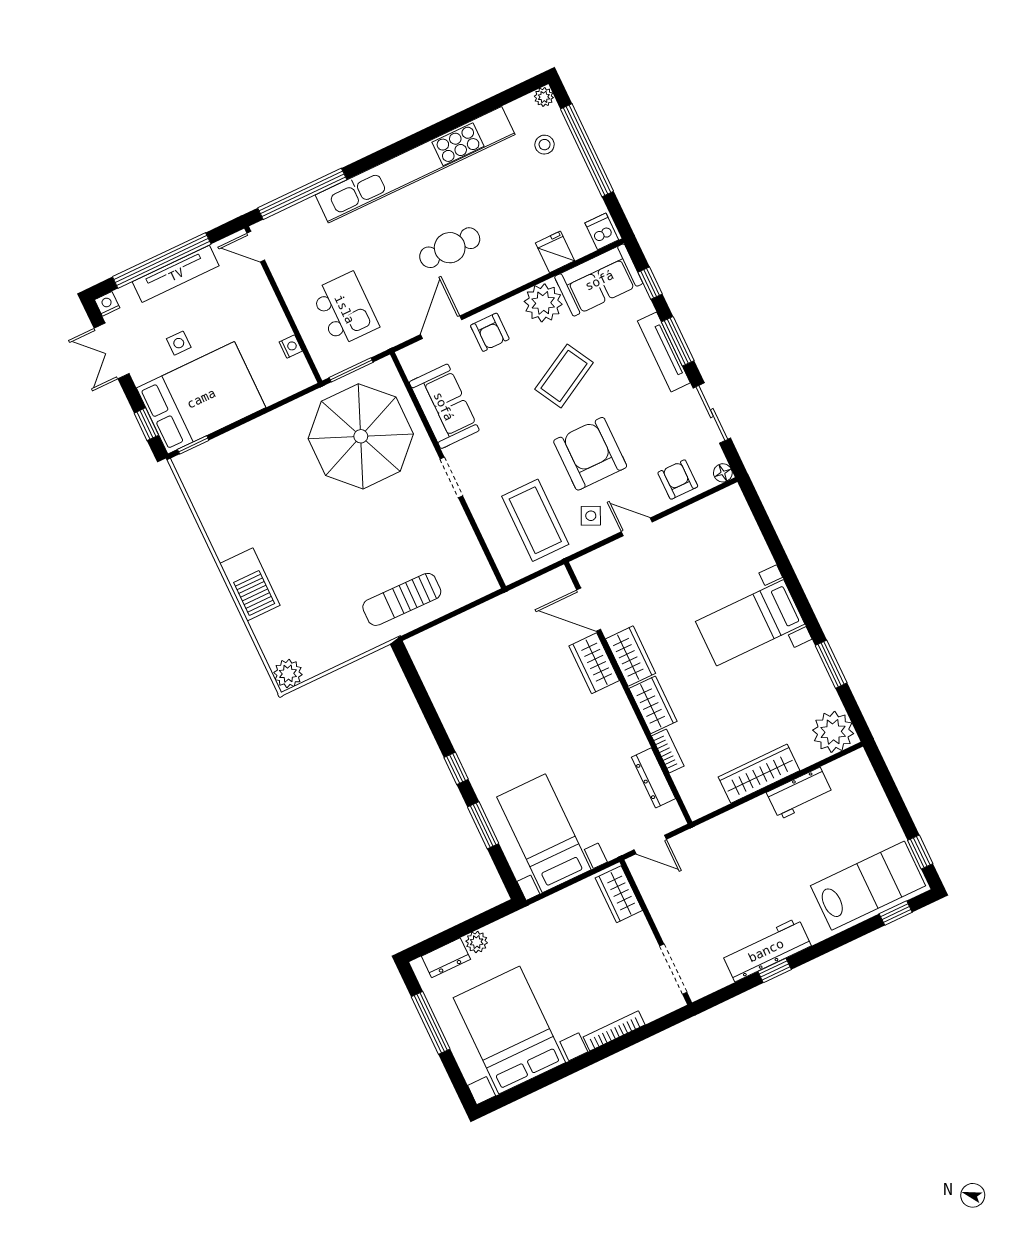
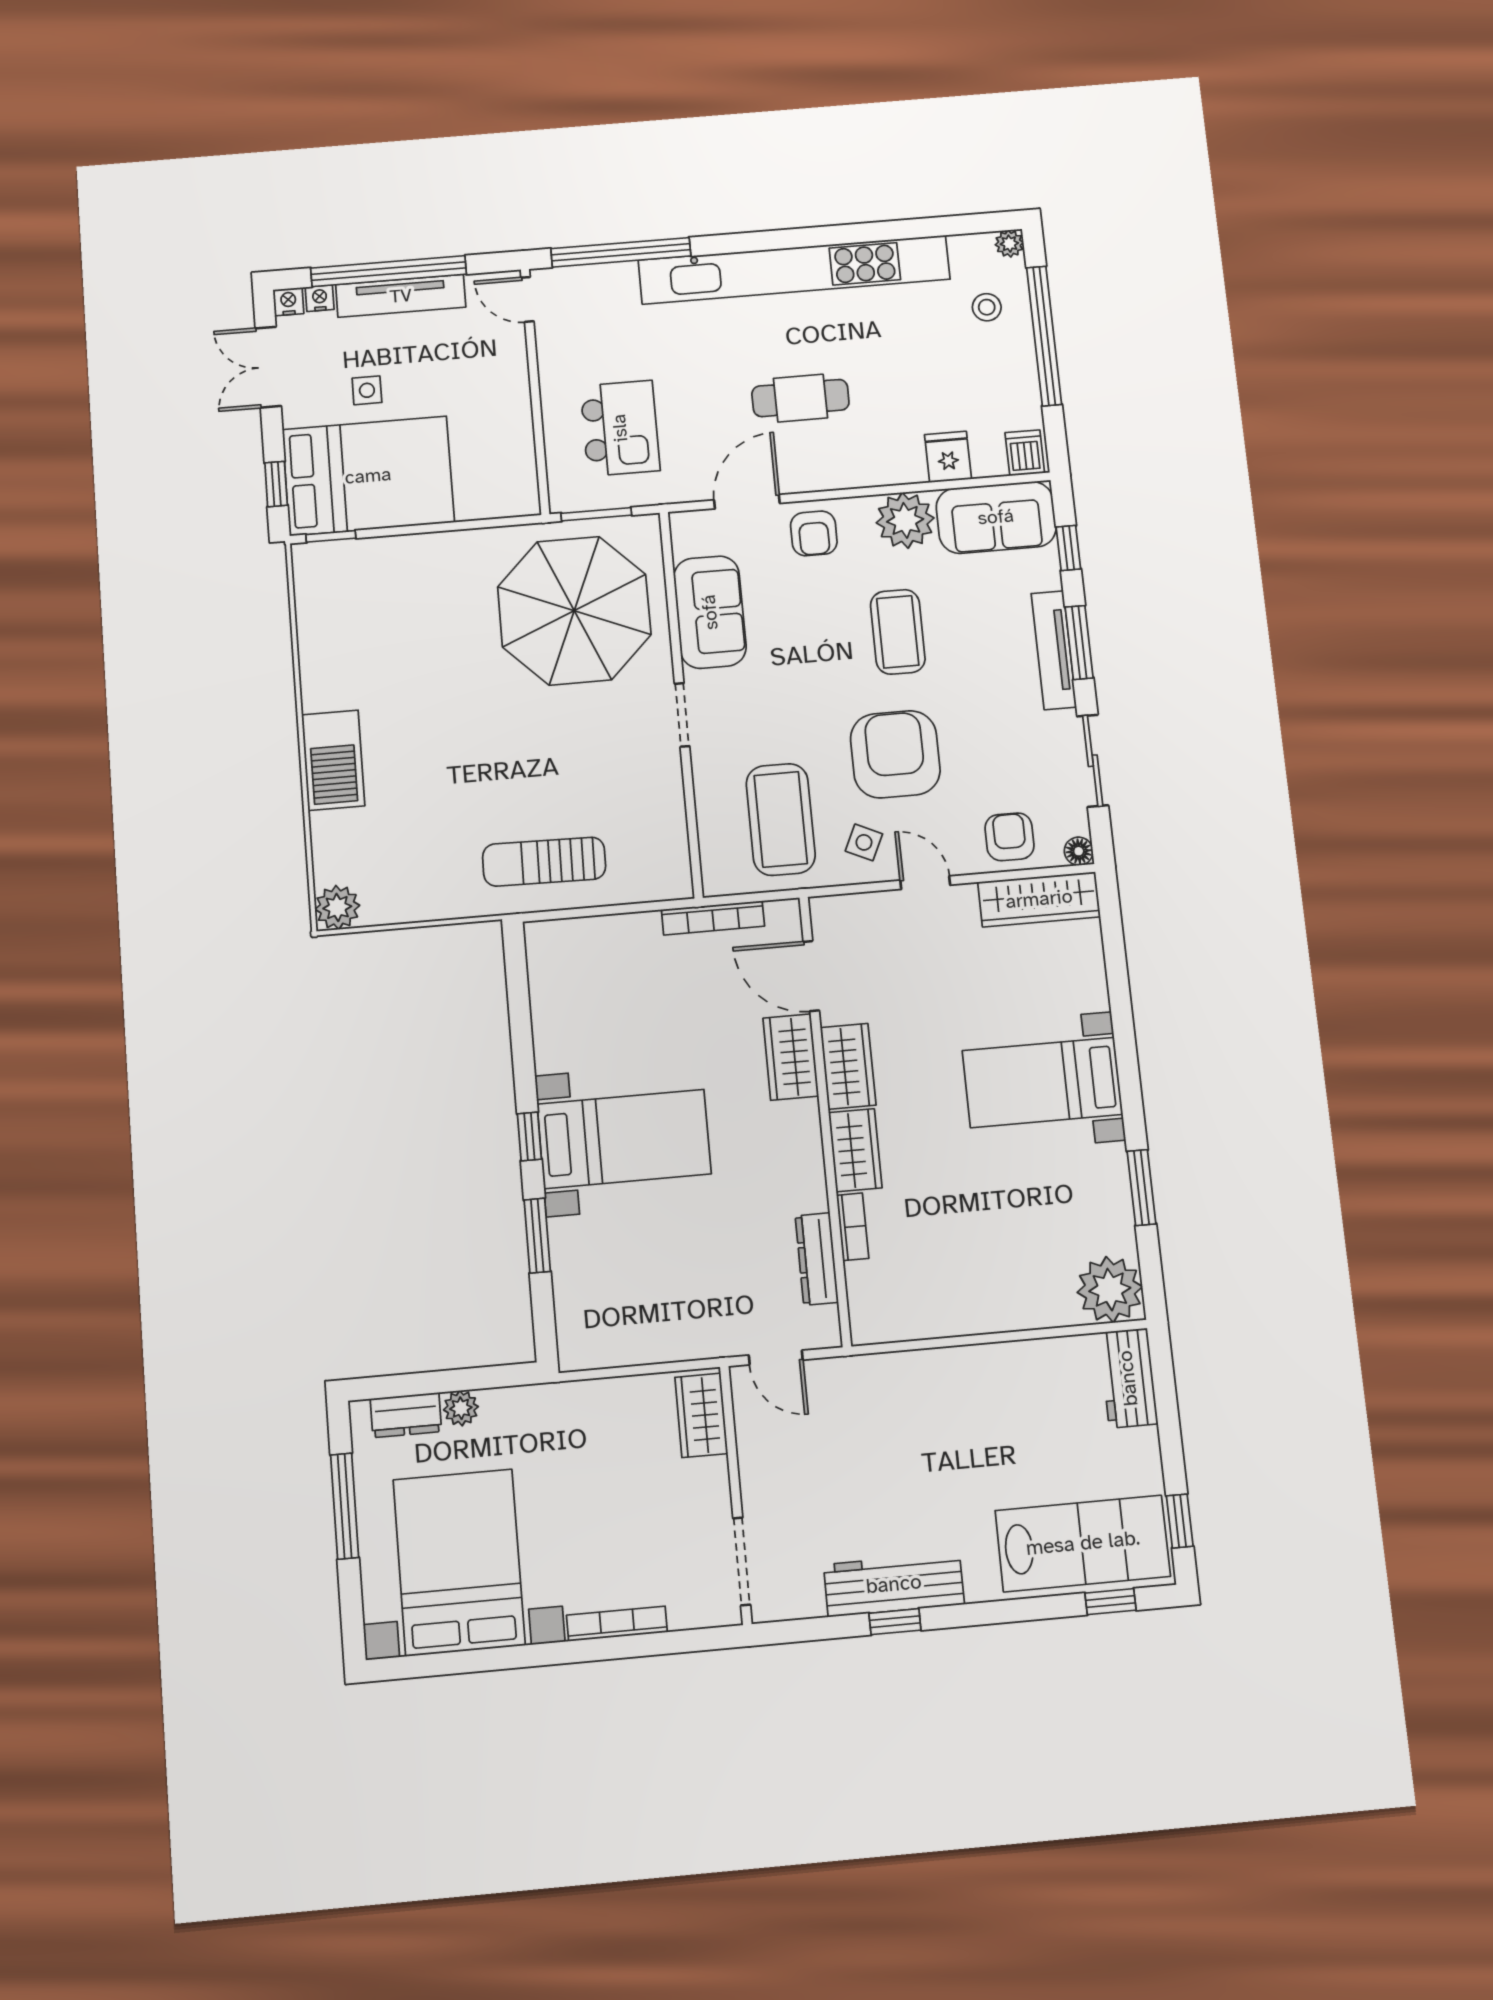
nightstand: (291, 346) -> (320, 298), moved, turned -90
coffee table: (564, 376) -> (898, 632), turned -61
bookcase: (516, 596) -> (713, 918), added
wardrobe: (759, 774) -> (1039, 899), moved, turned 180
workbench: (800, 793) -> (1128, 1378), moved, turned 90
bed with nightstands: (544, 833) -> (624, 1139), moved, turned 90

